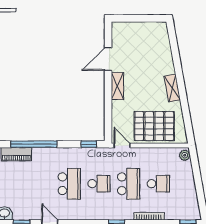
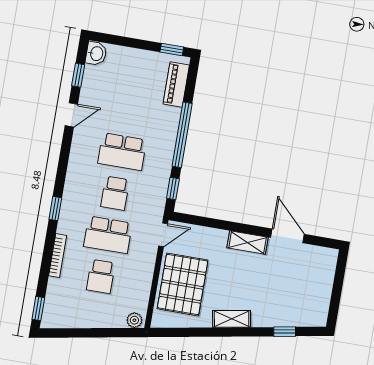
window: (175, 50) -> (285, 332), added
window: (34, 144) -> (182, 135), moved

